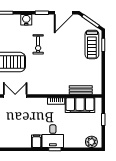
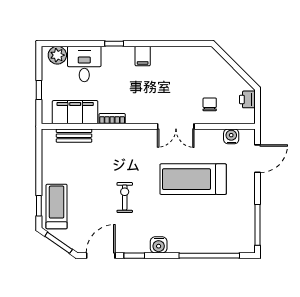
exercise bike: (38, 44) -> (125, 197), moved
desk: (53, 136) -> (84, 64), moved

